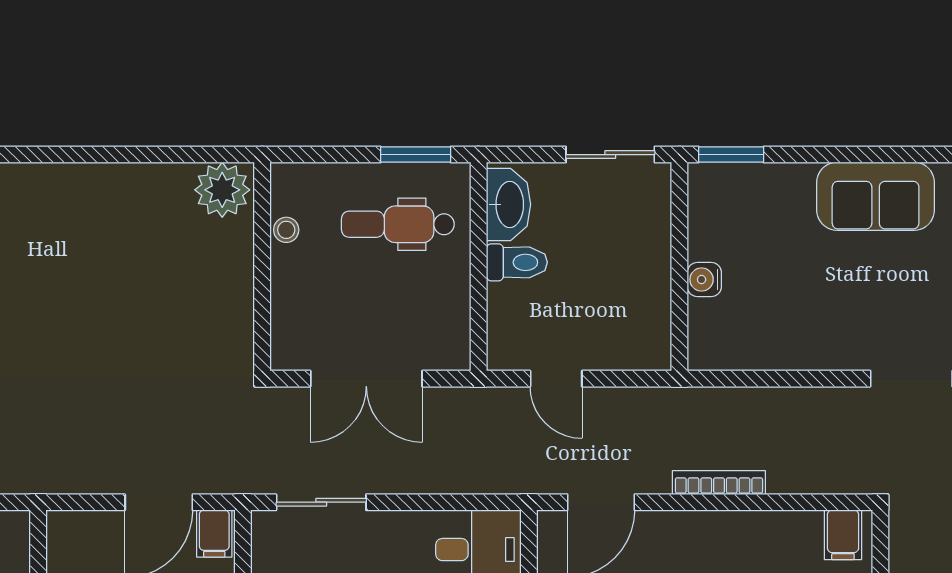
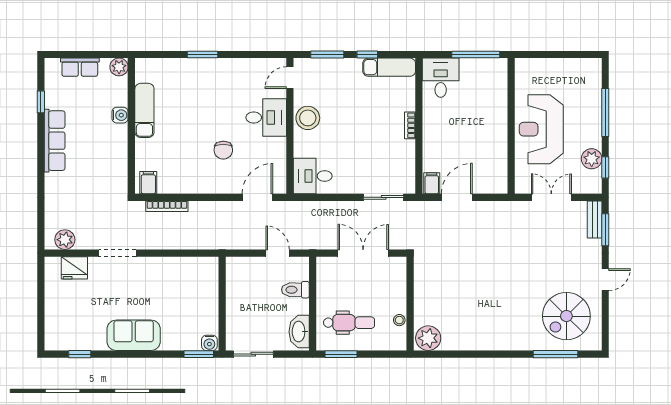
toilet: (517, 262) -> (295, 290), moved
water cooler: (704, 280) -> (209, 343), moved, turned 90
bookcase: (719, 483) -> (167, 206), moved

